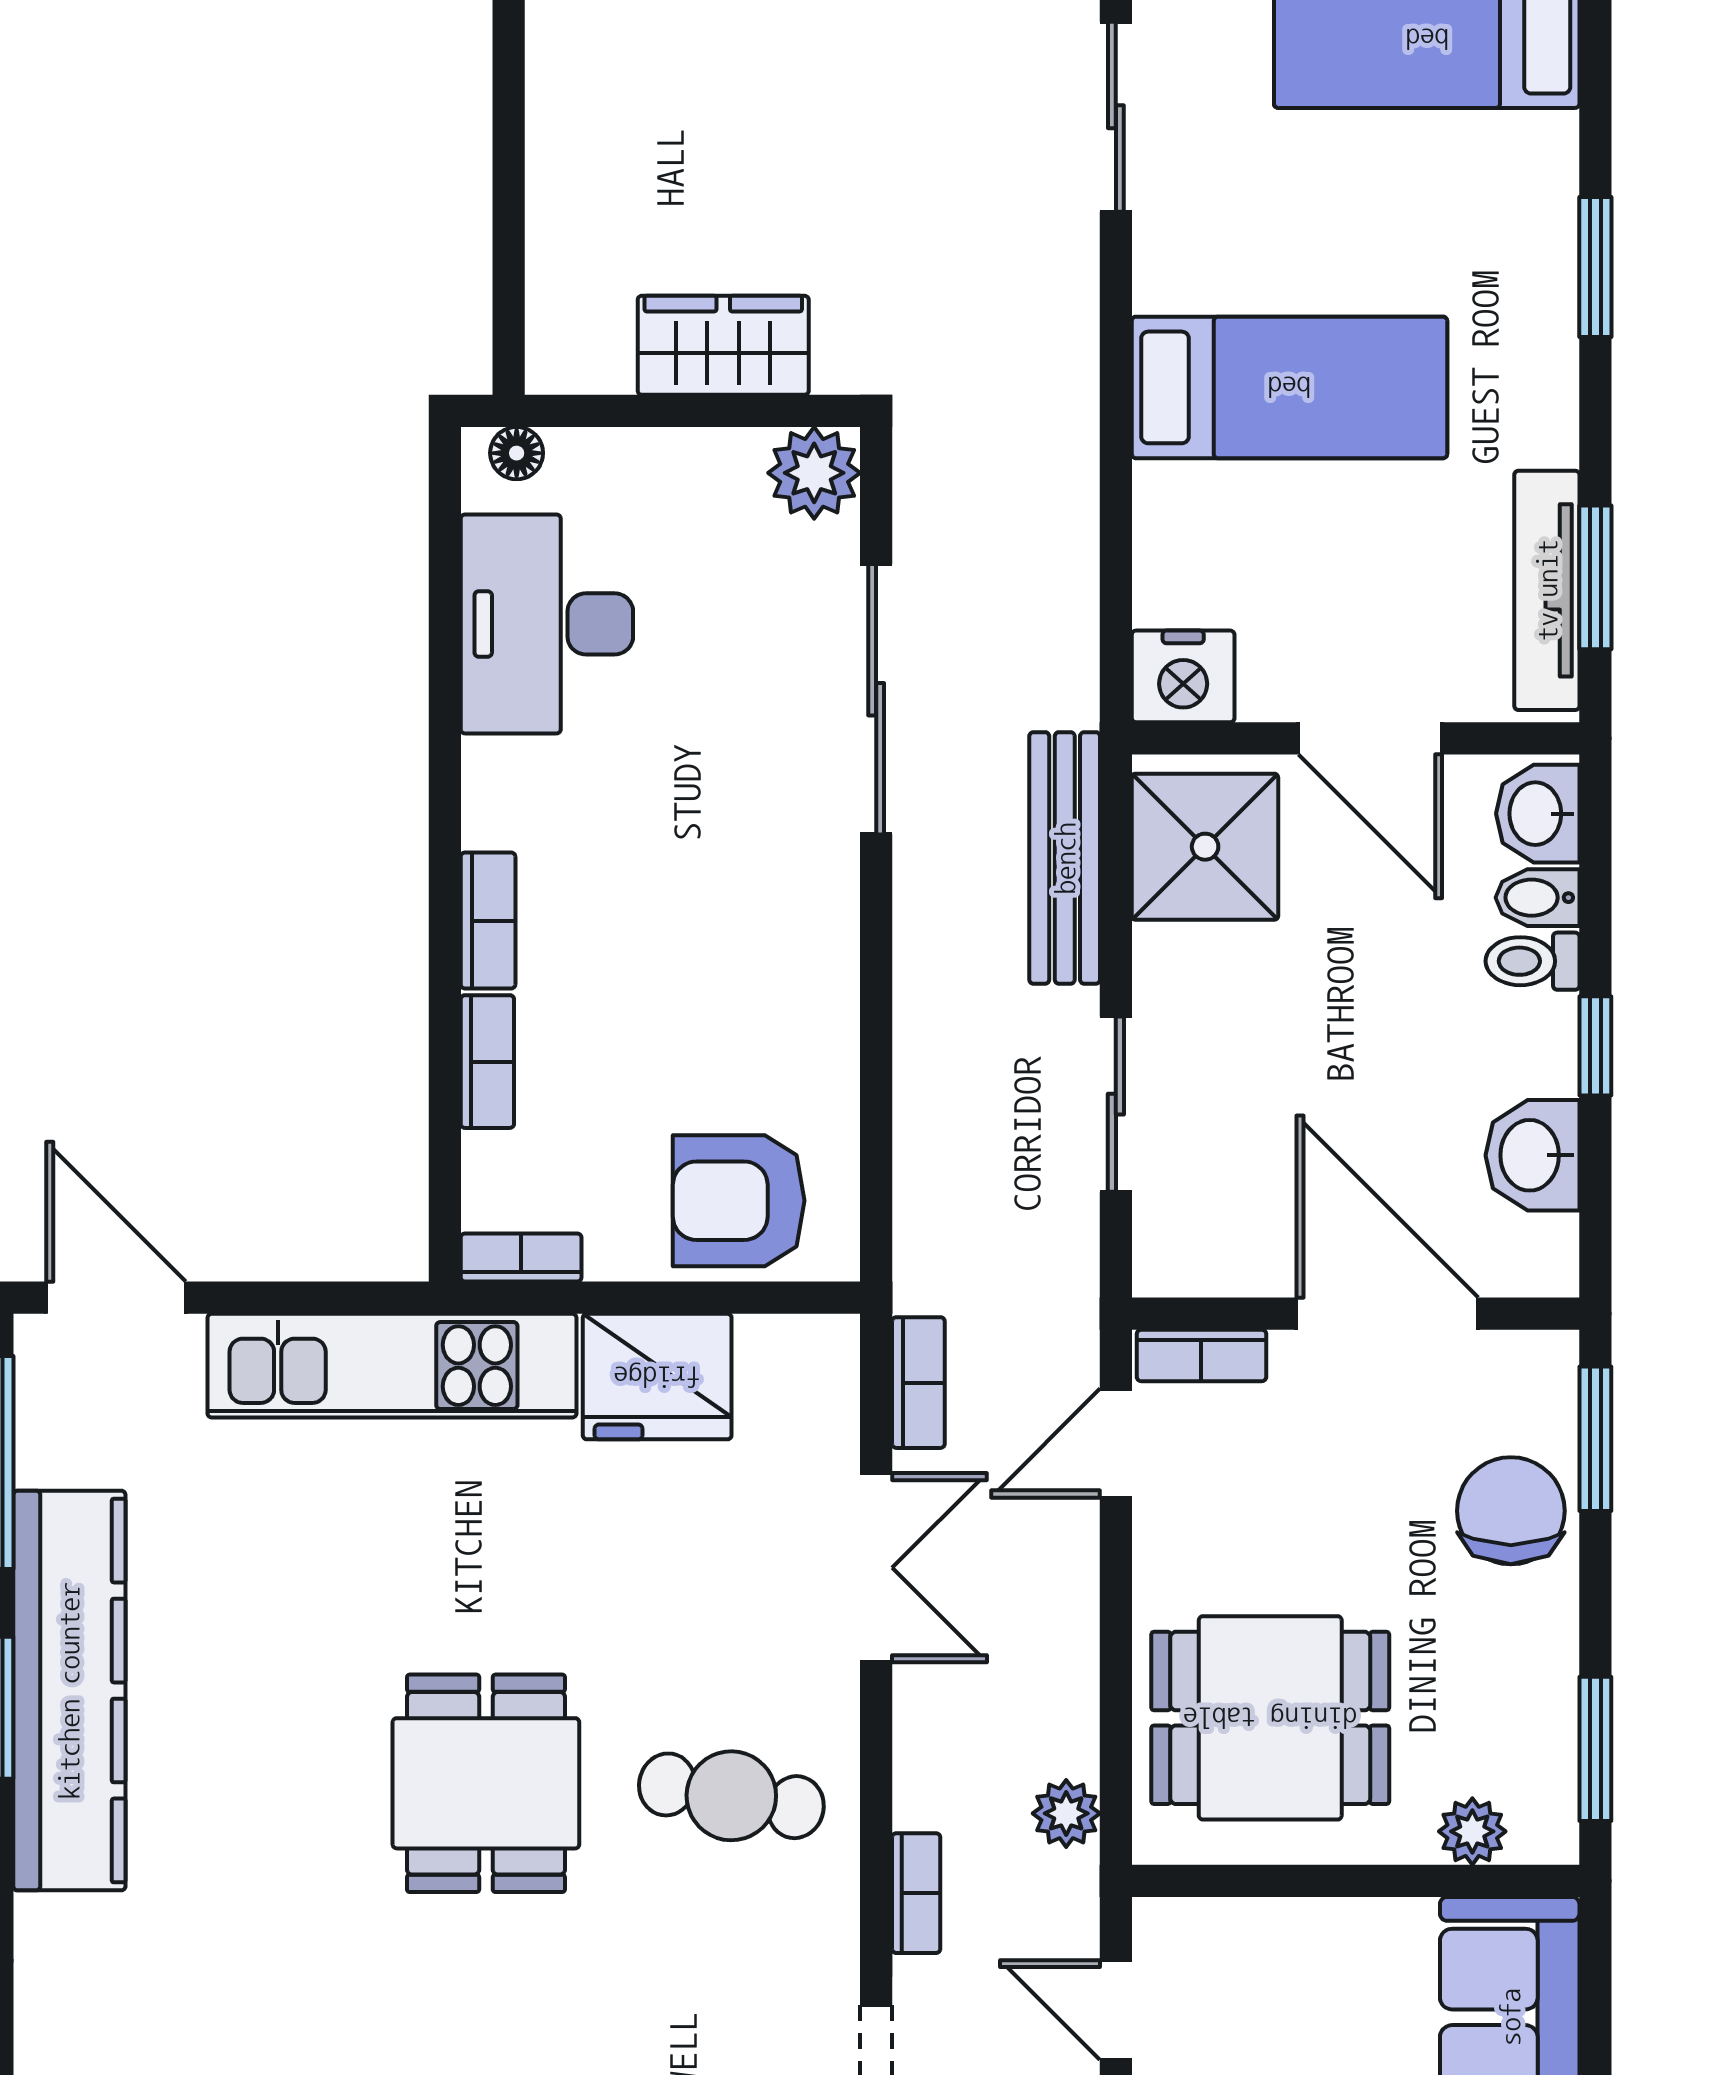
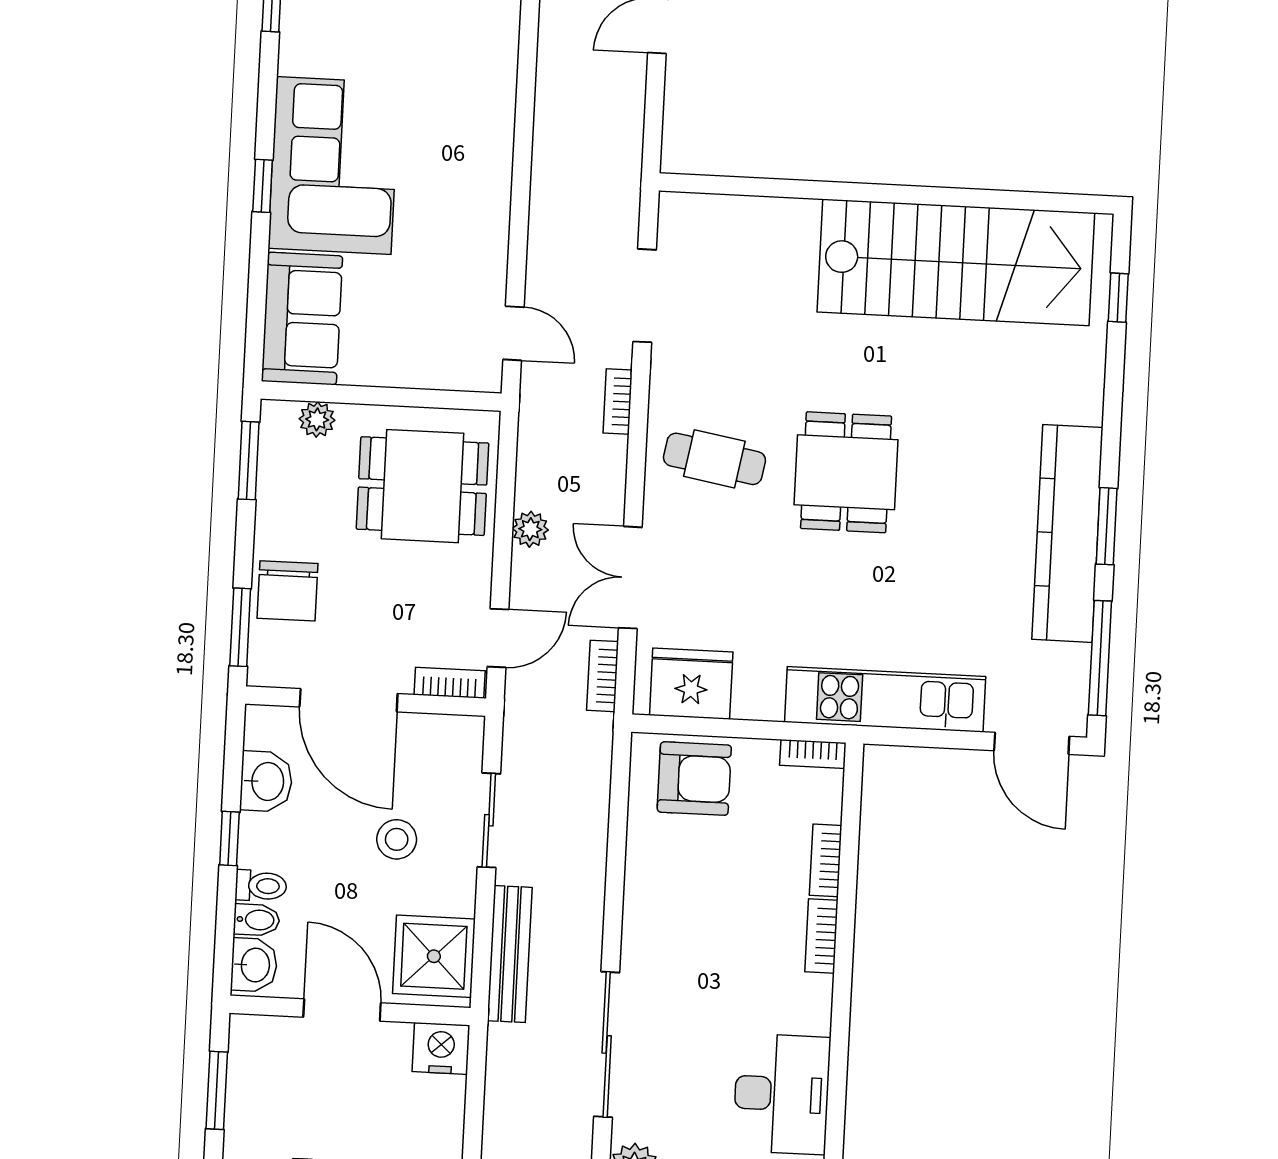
tv unit: (1547, 590) -> (243, 1085), removed
stool: (1285, 1060) -> (397, 839), added
fridge: (657, 1377) -> (691, 684), moved
plant: (1066, 1813) -> (530, 529), moved

